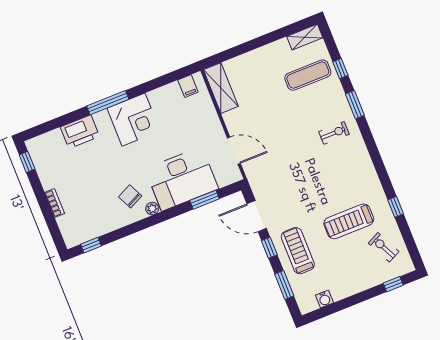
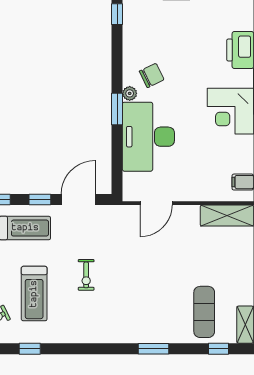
window: (340, 69) -> (219, 349), moved
exercise bike: (334, 133) -> (86, 275), moved
window: (205, 200) -> (117, 109), moved
treadmill: (349, 221) -> (34, 294), turned 180

